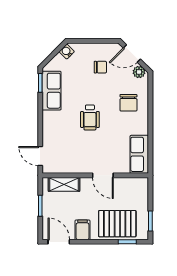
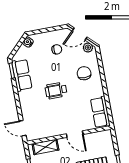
chair: (128, 103) -> (84, 73), turned 180
wheelchair: (90, 117) -> (56, 90), turned 90

